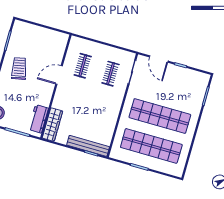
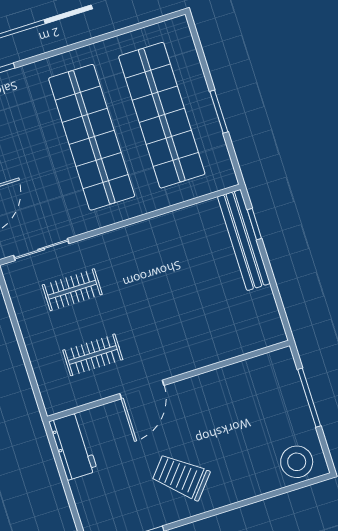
trolley: (19, 69) -> (181, 477), turned 52
door: (59, 75) -> (142, 390), hinge flipped
workbench: (38, 119) -> (73, 446), moved, turned -90
wardrobe: (52, 125) -> (248, 338), removed

